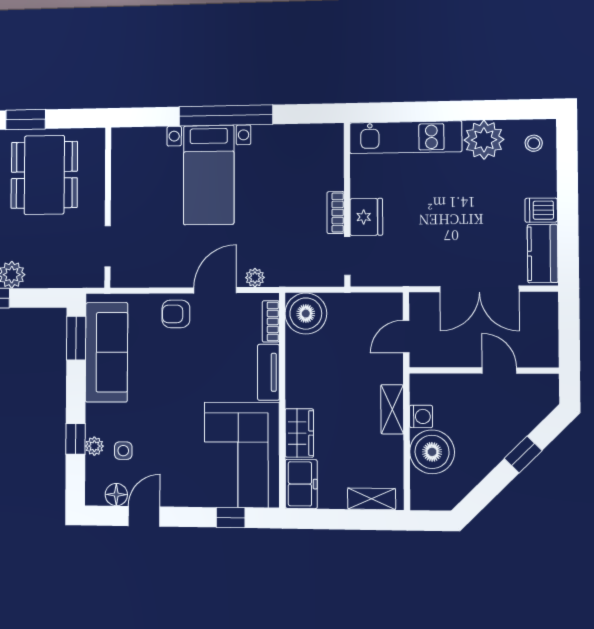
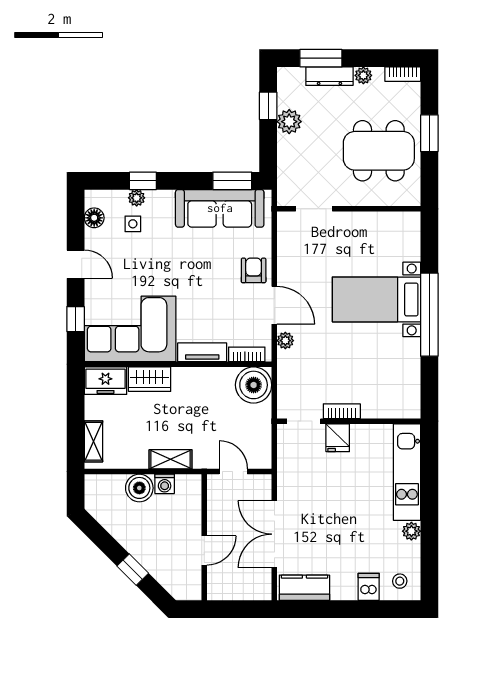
plant: (484, 140) -> (411, 531), width x0.53, depth x0.53
dishwasher: (541, 210) -> (369, 587), moved
fridge: (366, 217) -> (338, 438), width x0.72
boiler: (432, 452) -> (139, 488), width x0.73, depth x0.73
door: (144, 516) -> (76, 264), moved

